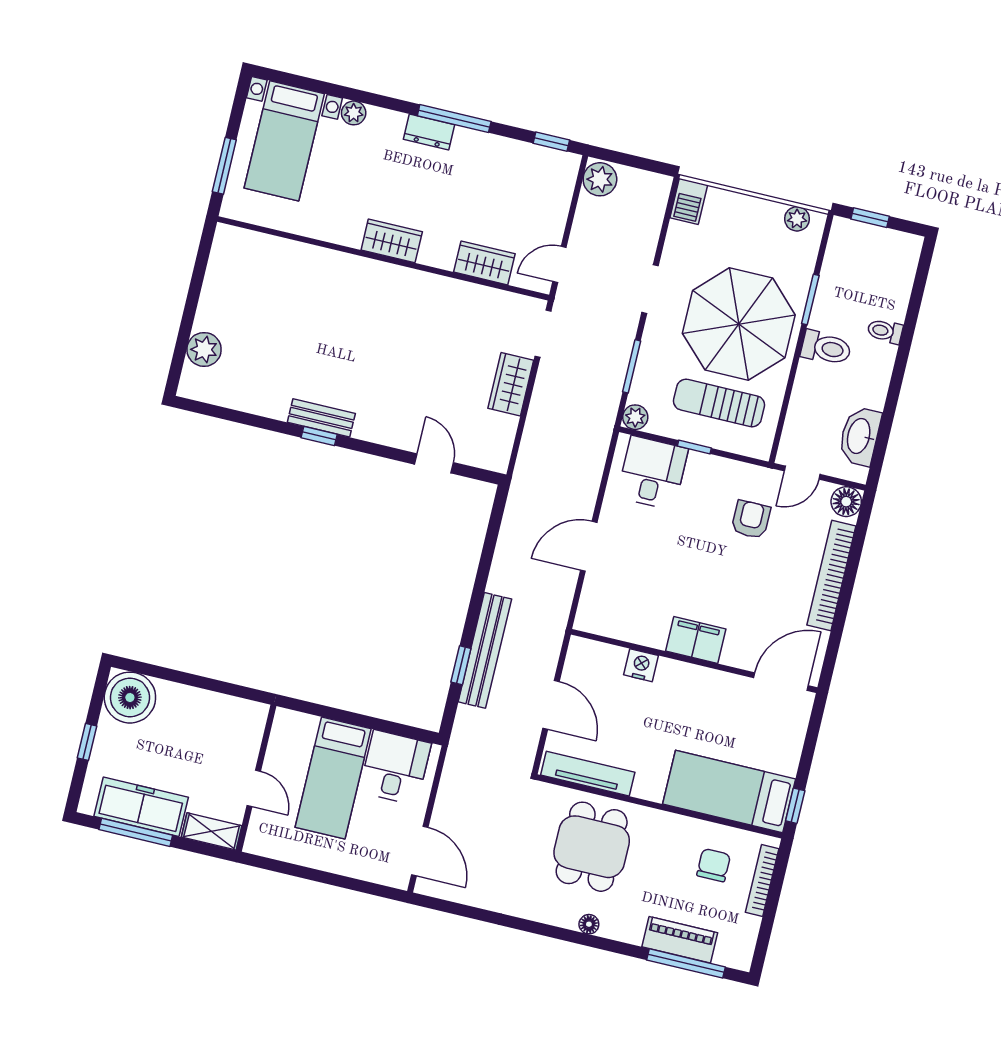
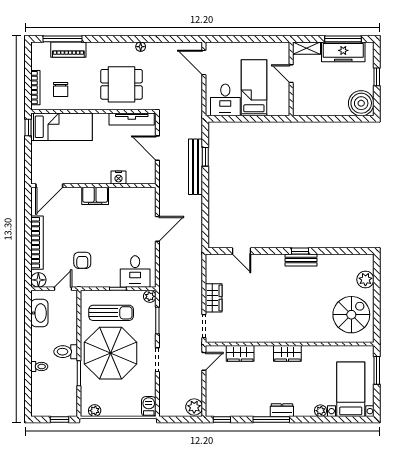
spiral stairs: (248, 287) -> (351, 315), added
dining table: (592, 847) -> (122, 84), turned 90
floor lamp: (589, 924) -> (141, 47), moved

